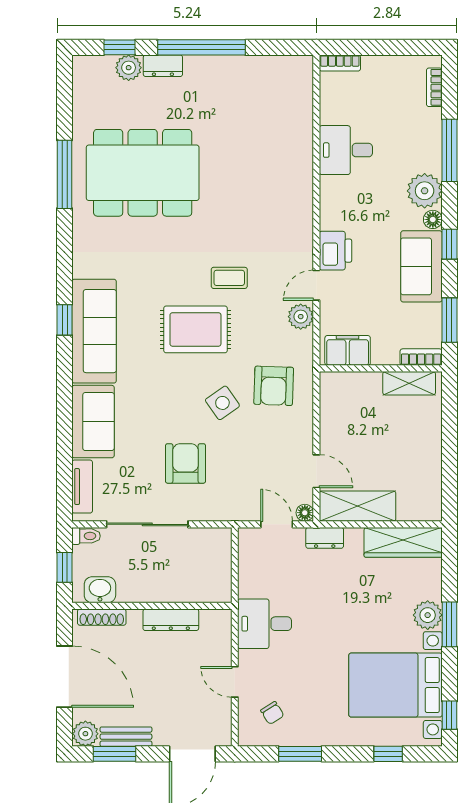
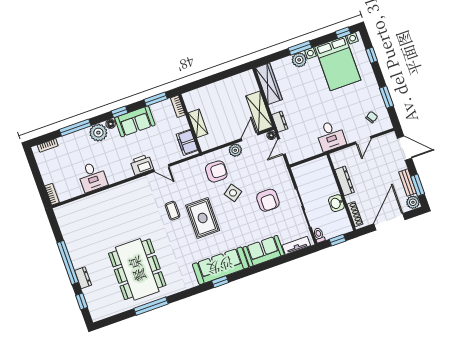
plant: (129, 68) -> (90, 294), removed
plant: (301, 317) -> (235, 150), moved
shelving: (409, 383) -> (198, 123), moved
armchair: (186, 463) -> (268, 200), turned -90
washbasin: (100, 590) -> (336, 203), moved

